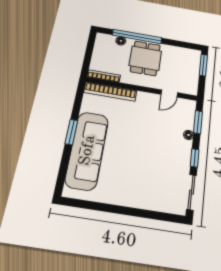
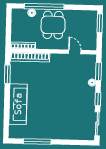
door: (169, 94) -> (75, 52), swing flipped
window: (71, 132) -> (7, 74), moved
sofa: (87, 150) -> (18, 104), width x0.74, depth x0.79
window: (103, 207) -> (37, 142), added

